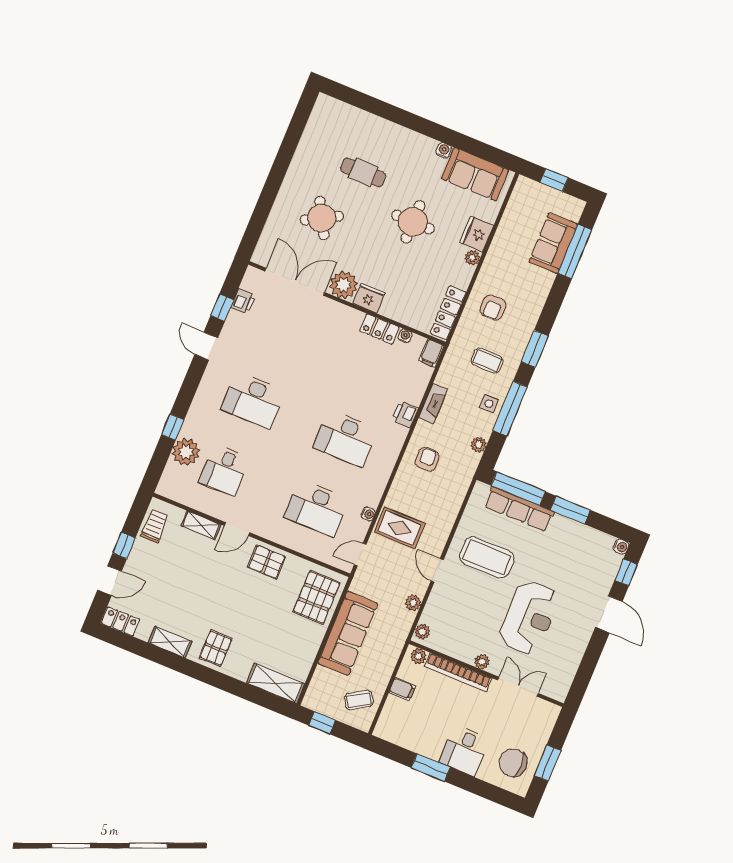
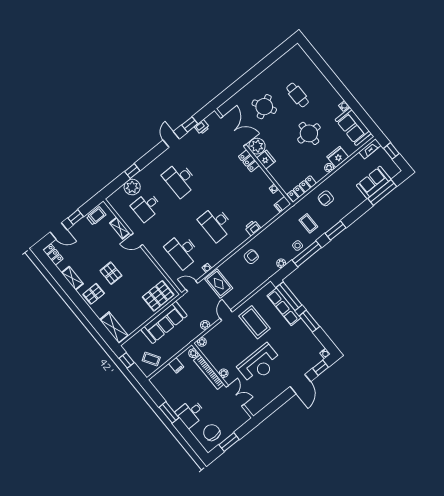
locker: (379, 329) -> (249, 161), moved
fireplace: (433, 403) -> (370, 149), moved
pallet: (267, 562) -> (111, 273), moved

